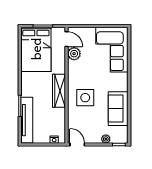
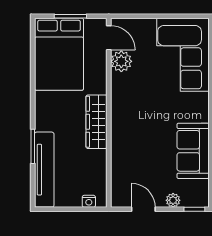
side table: (85, 98) -> (139, 133), removed
door: (77, 144) -> (143, 209), moved

